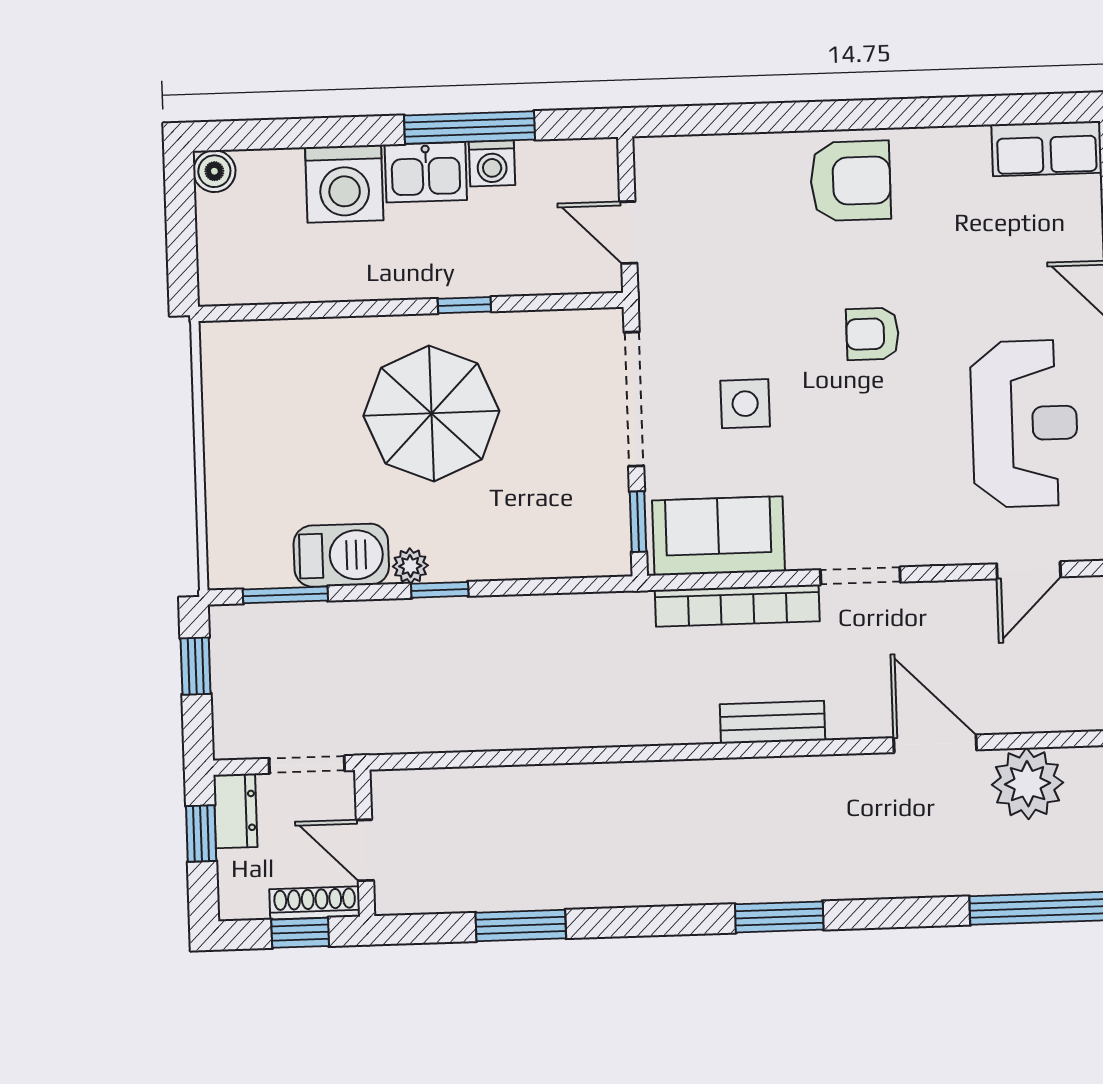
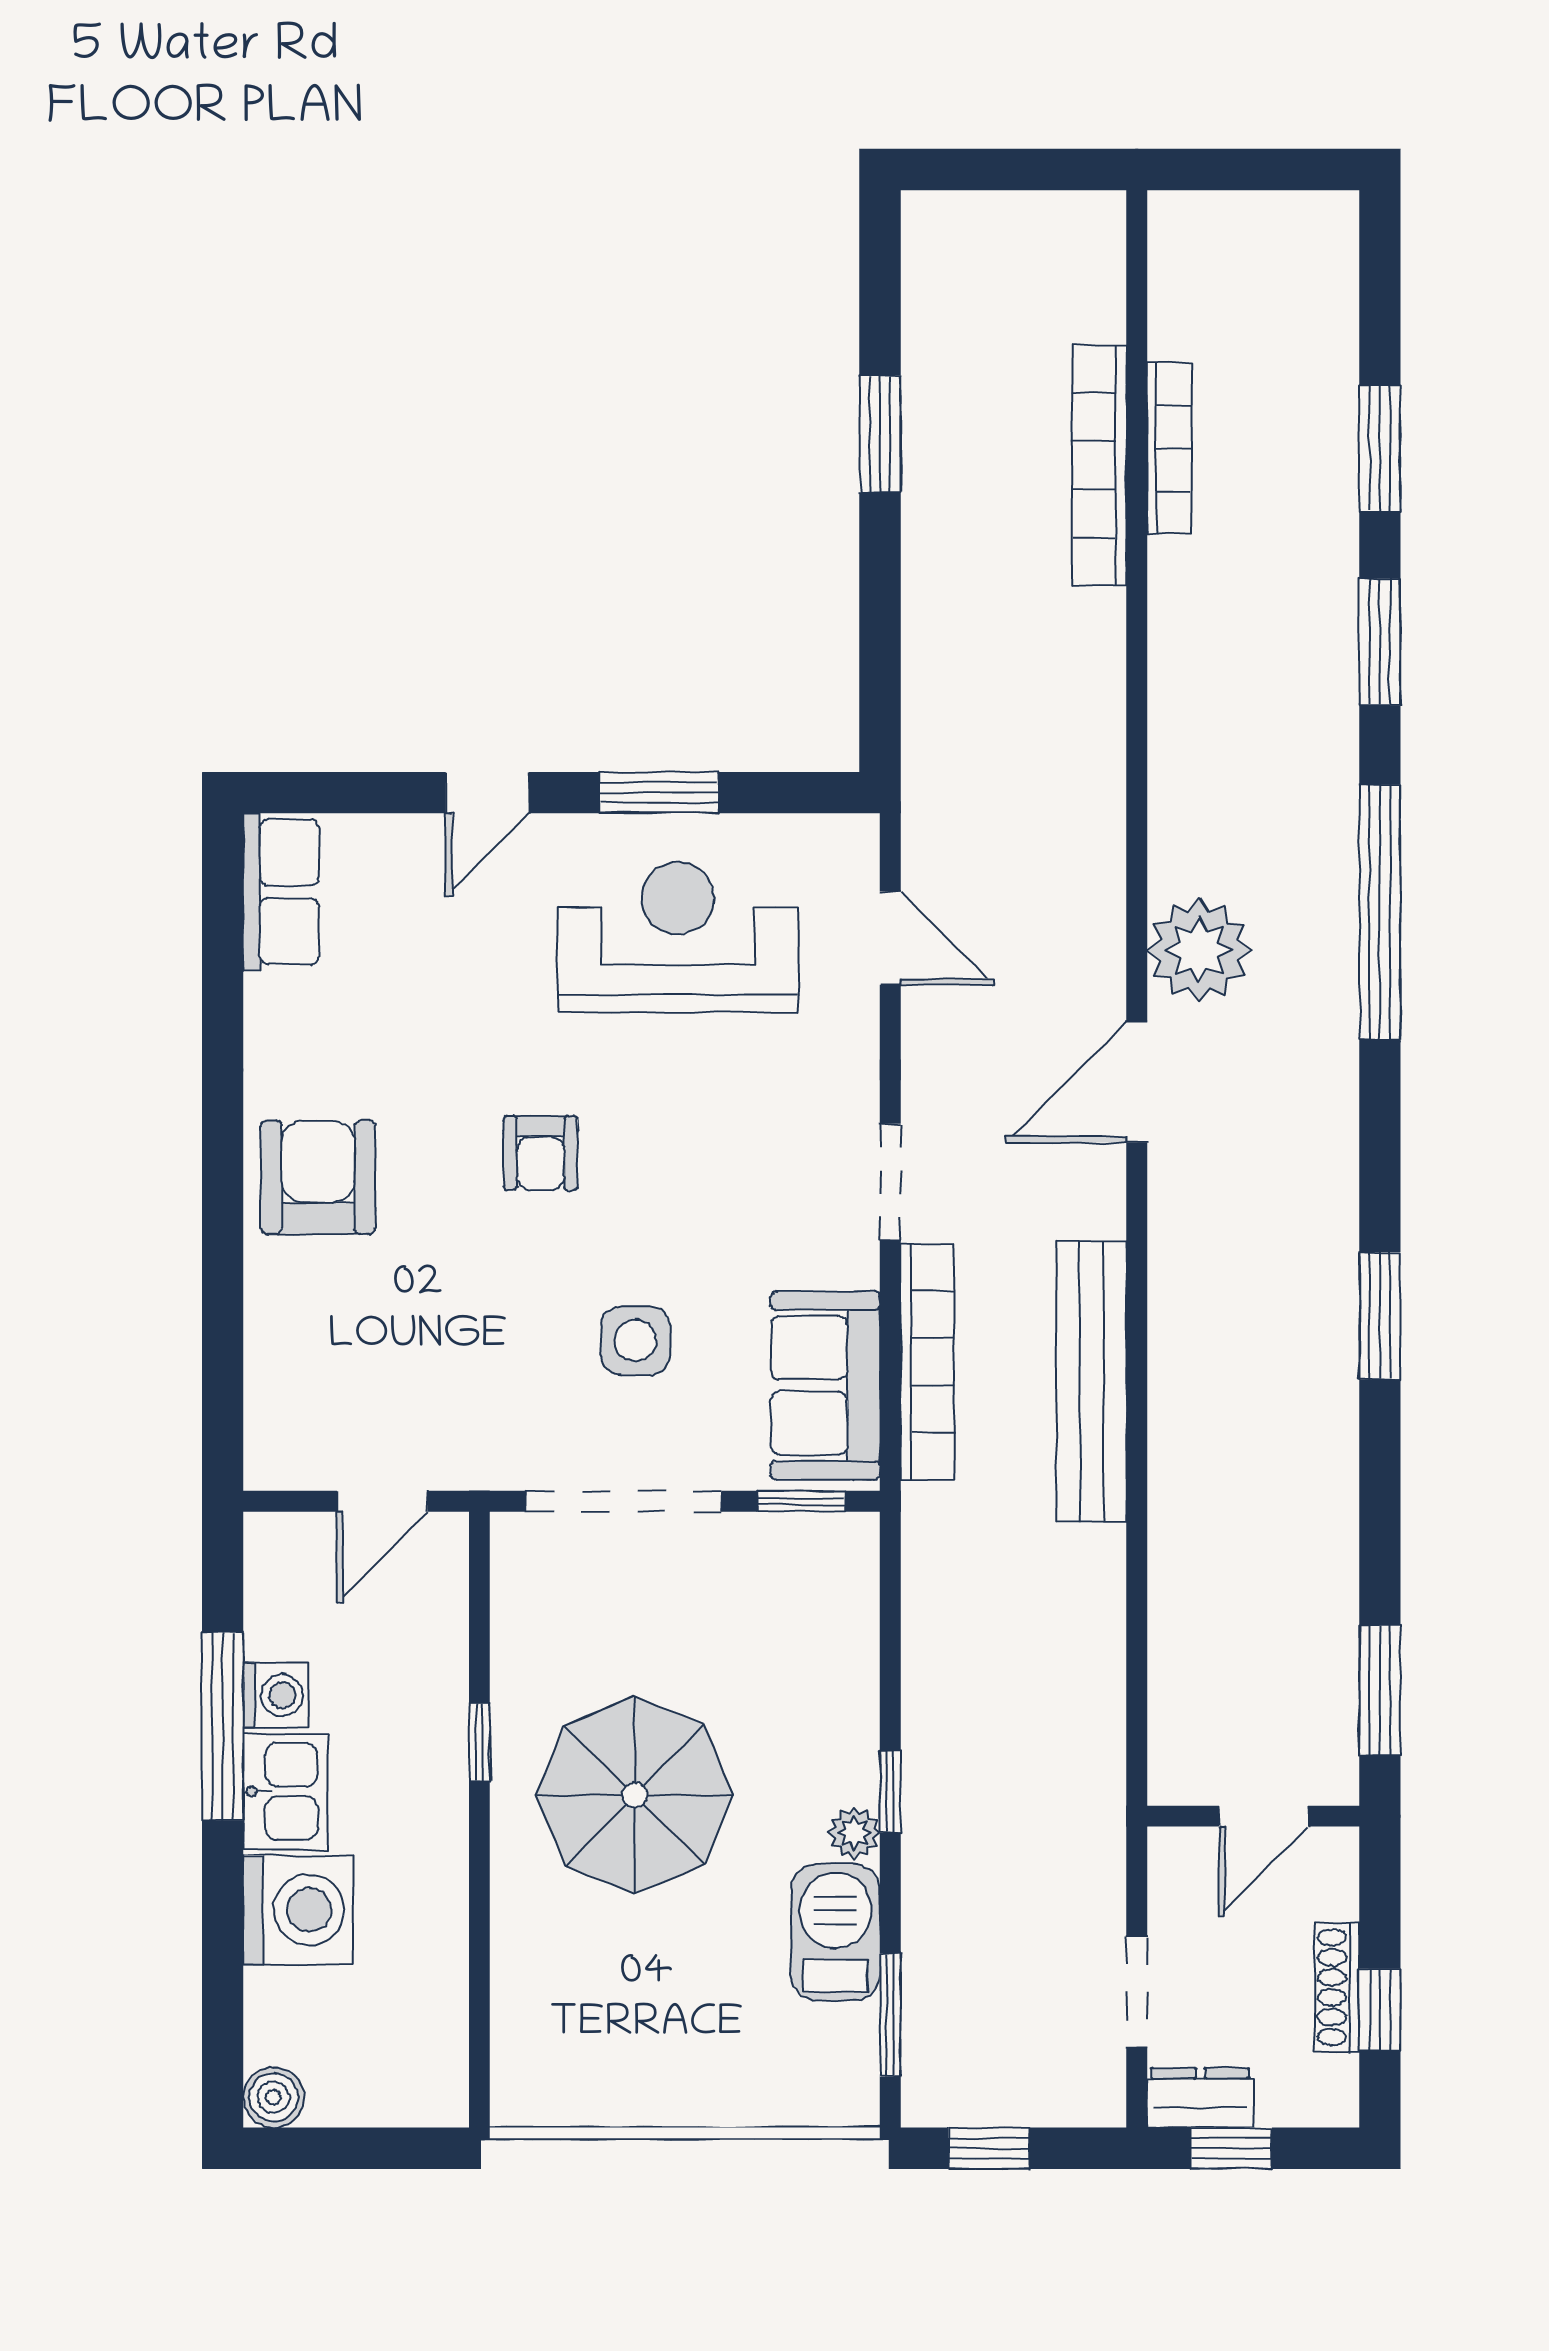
bench: (773, 722) -> (1092, 1381), width x1.86, depth x1.21
wall: (365, 843) -> (1253, 1816), moved
door: (365, 850) -> (1263, 1816), moved

